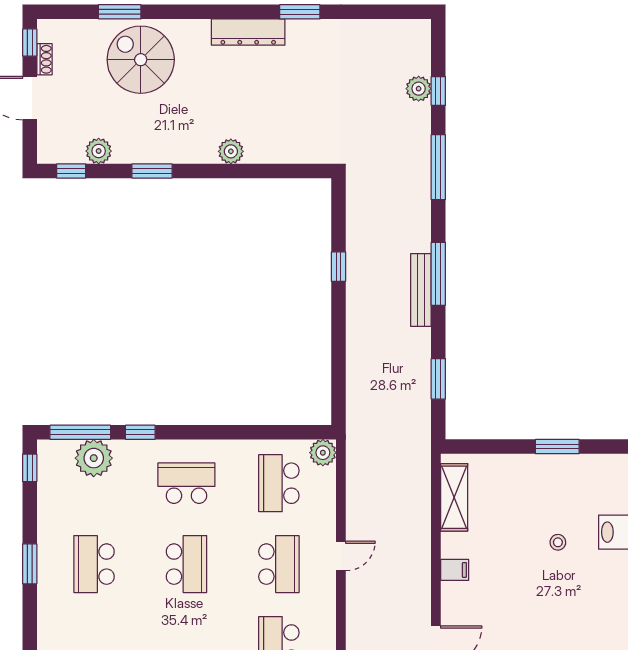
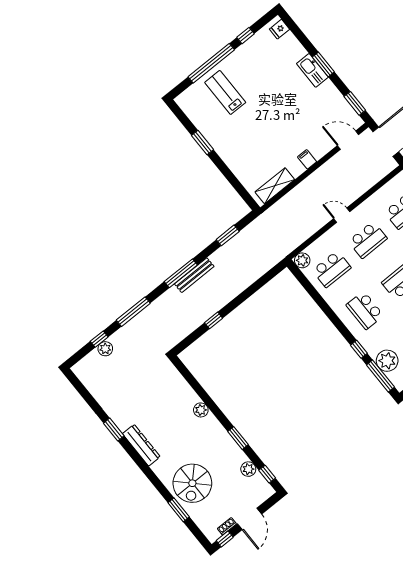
window: (557, 447) -> (203, 142), moved
stool: (558, 542) -> (258, 123), removed
school desk: (279, 564) -> (368, 240), turned 180

